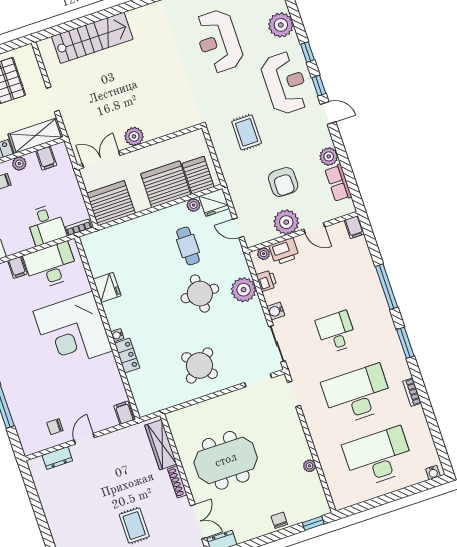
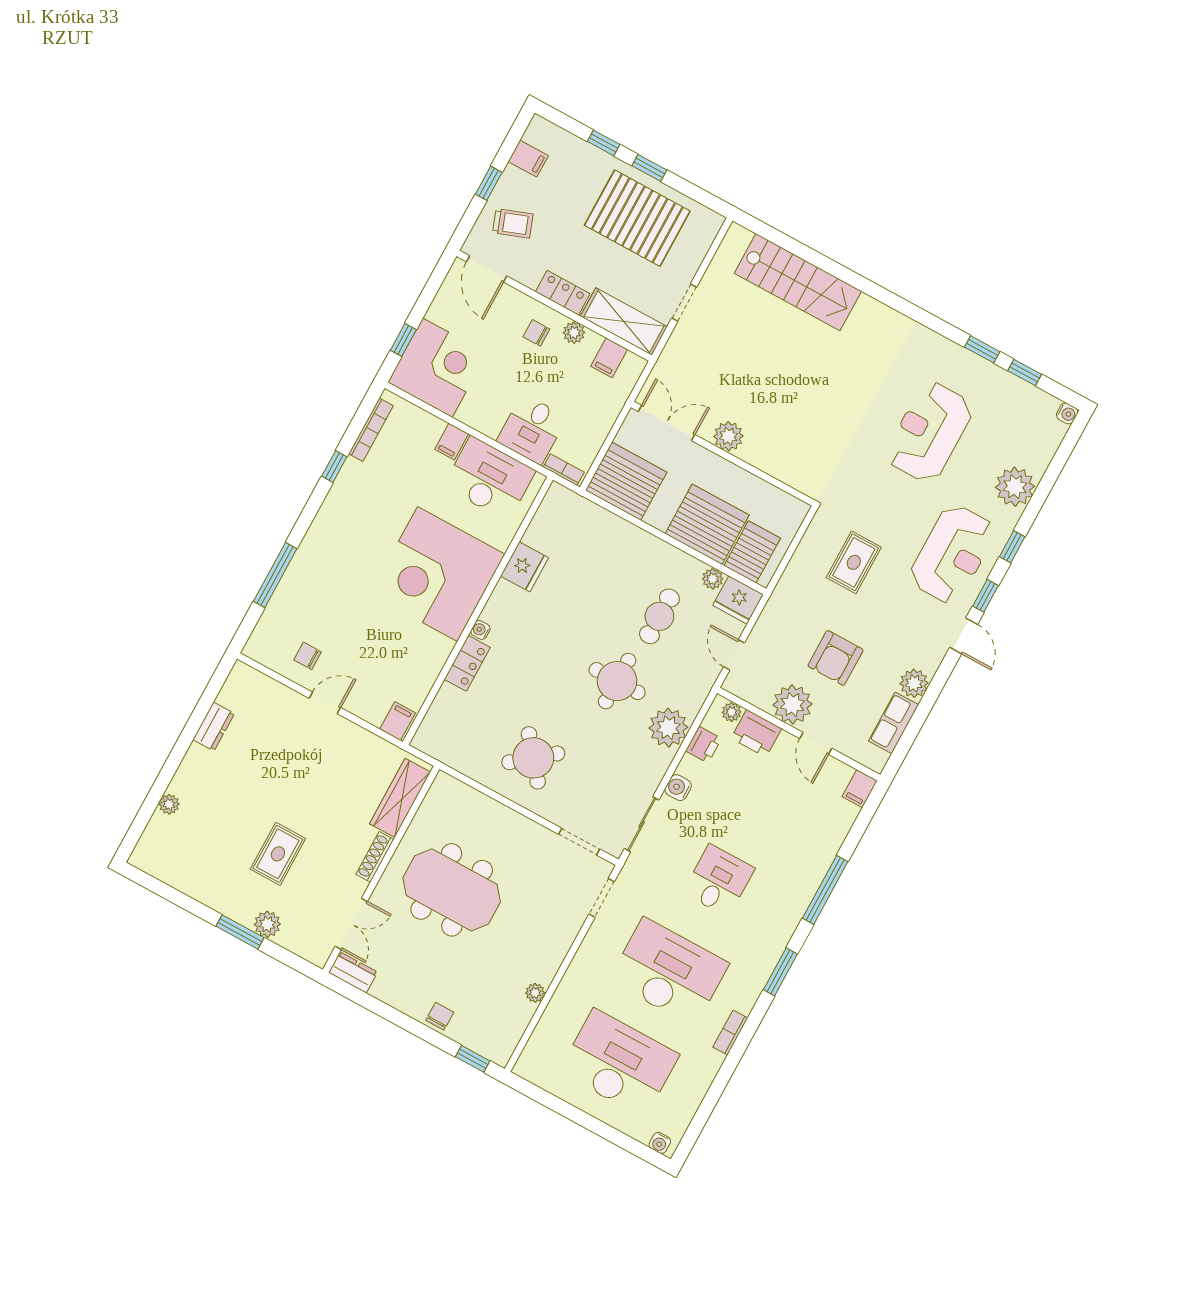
dresser: (57, 458) -> (214, 727), moved, turned -90

